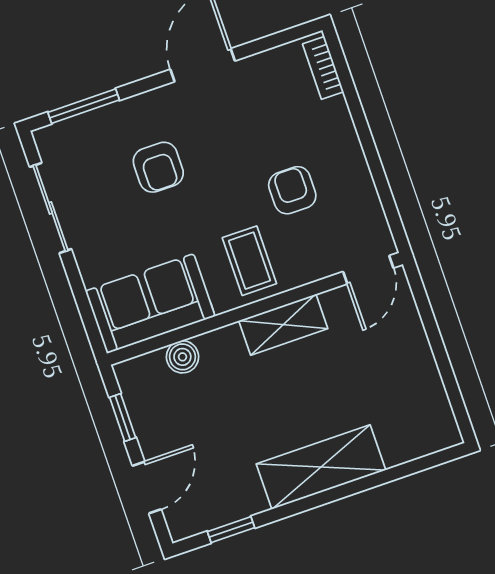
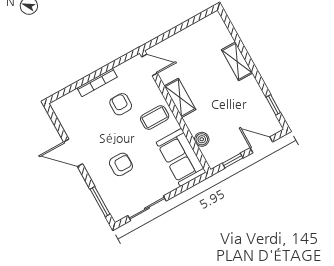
bookcase: (323, 68) -> (97, 82), moved, width x1.56
armchair: (292, 190) -> (121, 104), turned 90
shelving: (321, 467) -> (237, 61), width x0.67, depth x0.75

